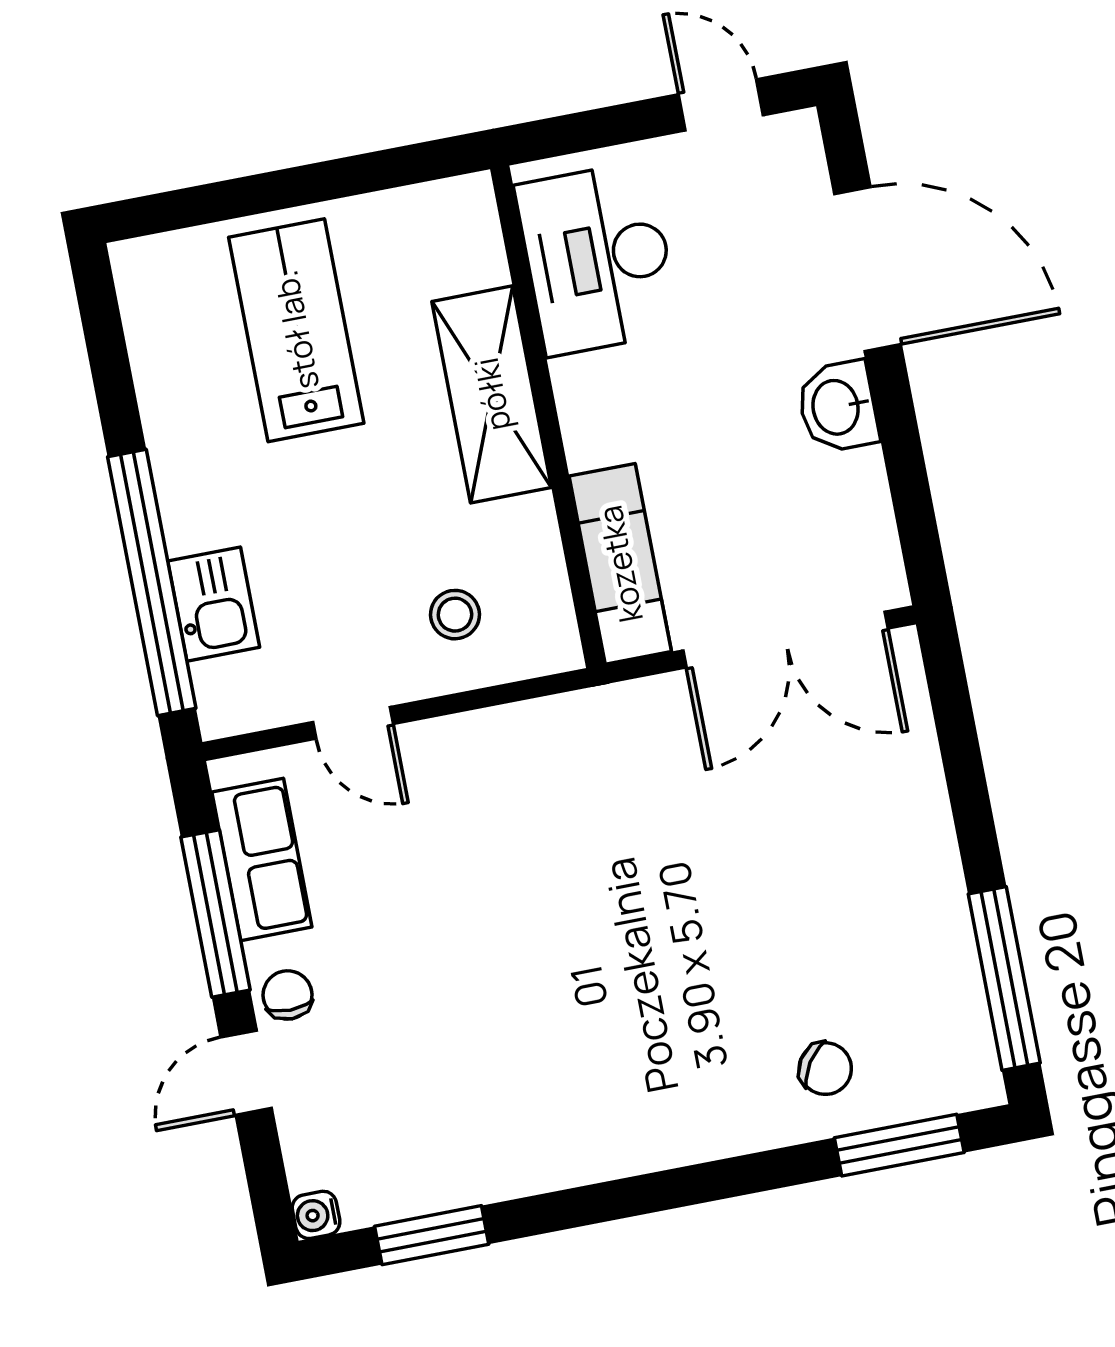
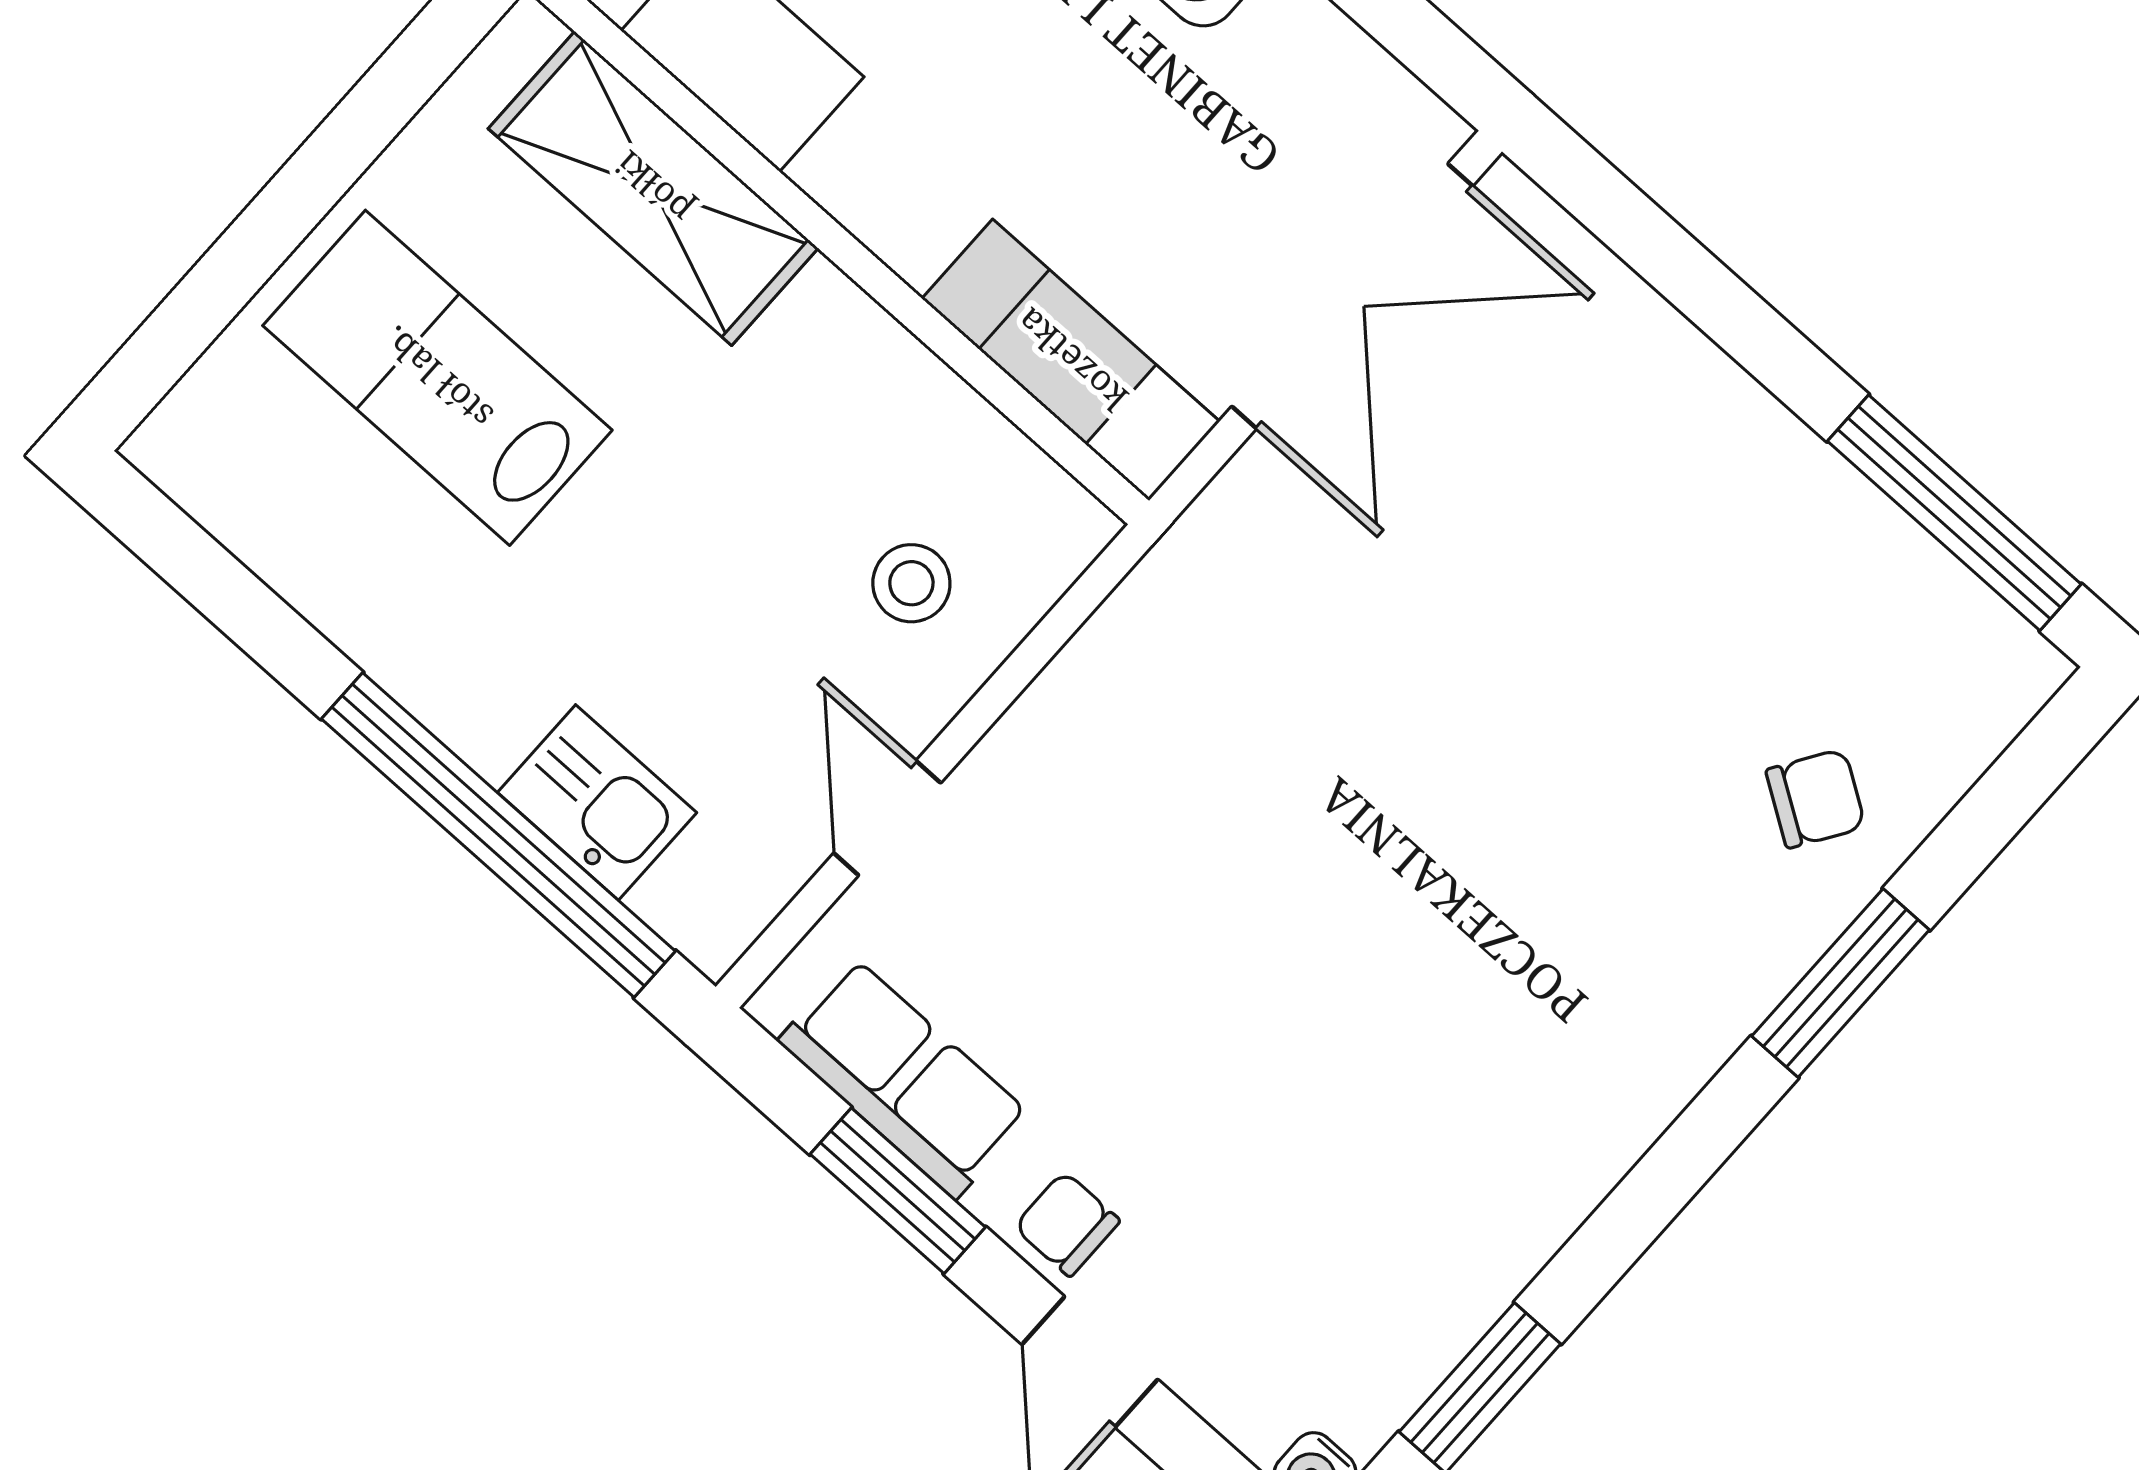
shelving: (492, 394) -> (653, 188), moved
door: (353, 723) -> (887, 818), swing flipped
window: (216, 914) -> (898, 1191), width x0.69
window: (899, 1145) -> (1841, 983), moved

